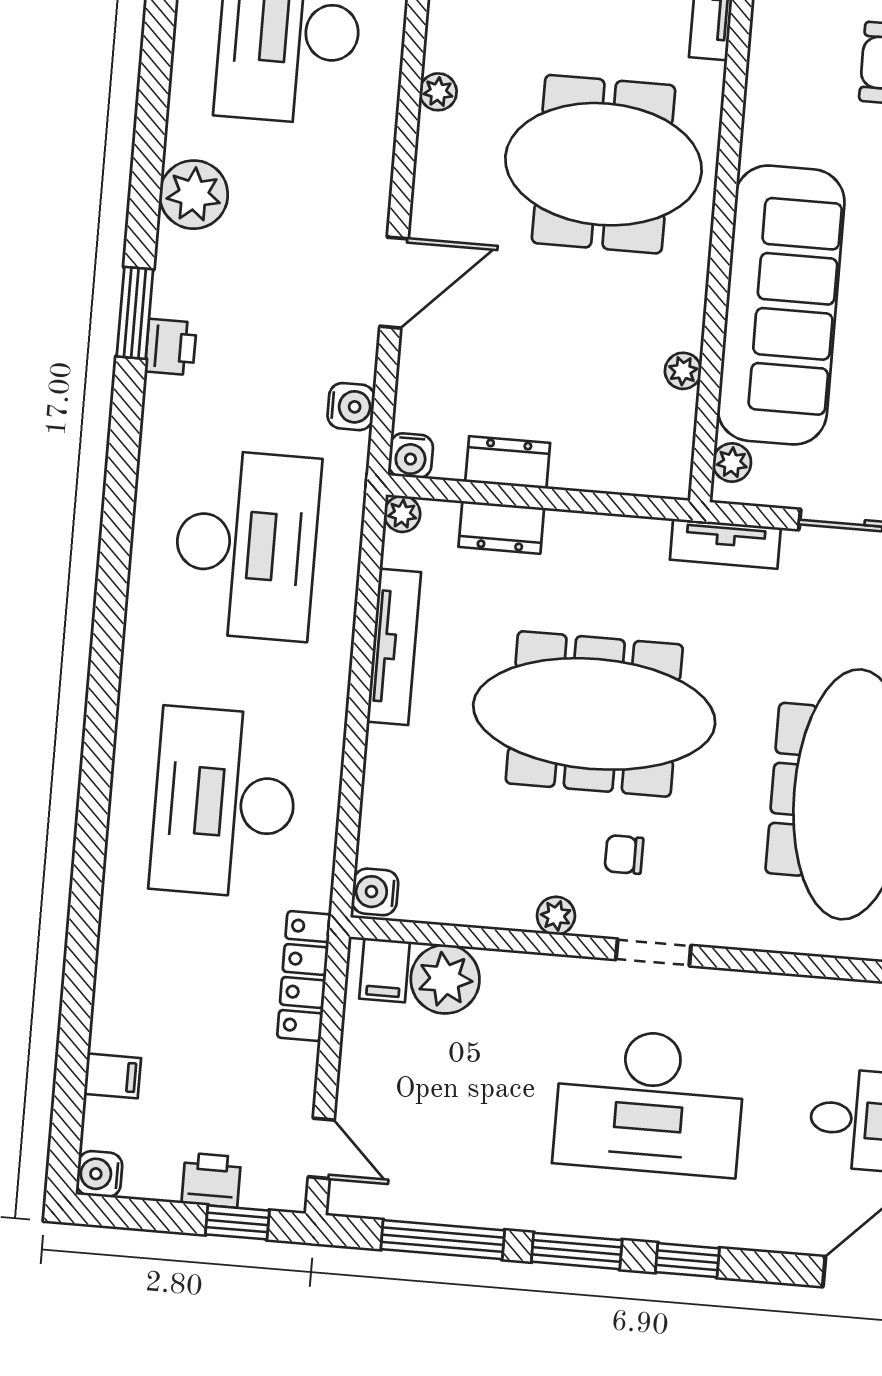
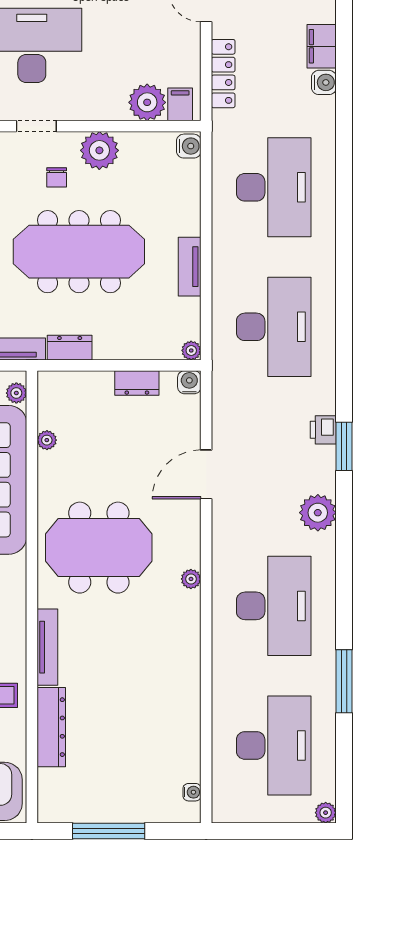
water cooler: (351, 407) -> (324, 82), moved, turned 180
dresser: (501, 527) -> (70, 348), moved
desk: (246, 545) -> (274, 327), turned 180
tv unit: (394, 647) -> (190, 267), width x0.71
chair: (624, 855) -> (57, 177), turned 90
plant: (556, 916) -> (99, 150), width x1.88, depth x1.88
locker: (304, 976) -> (223, 74), moved
filing cabinet: (112, 1076) -> (322, 46), width x2.00

